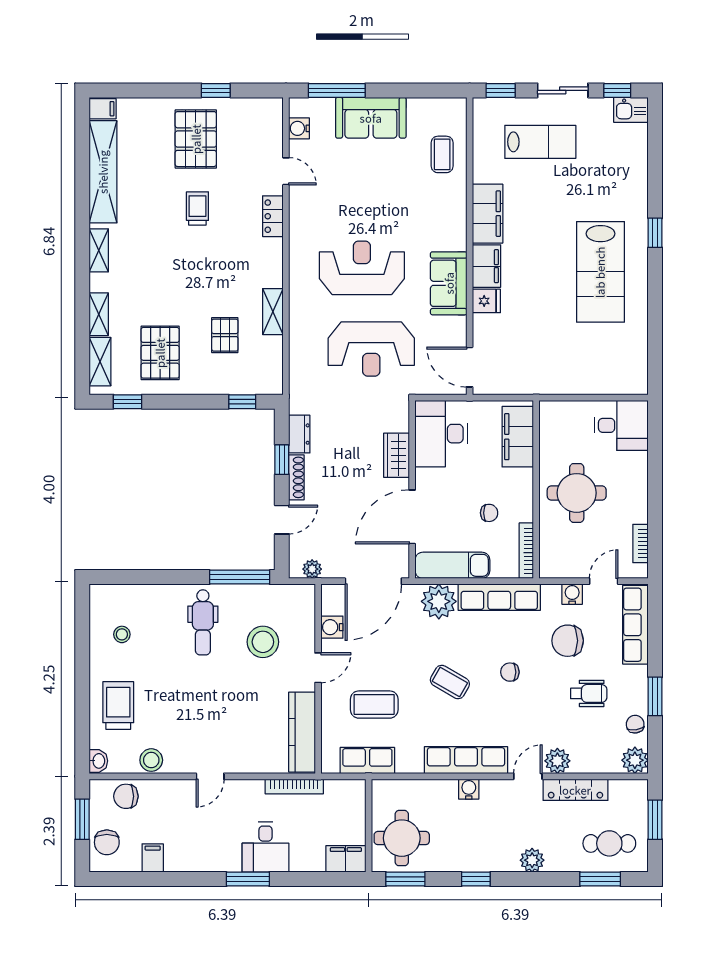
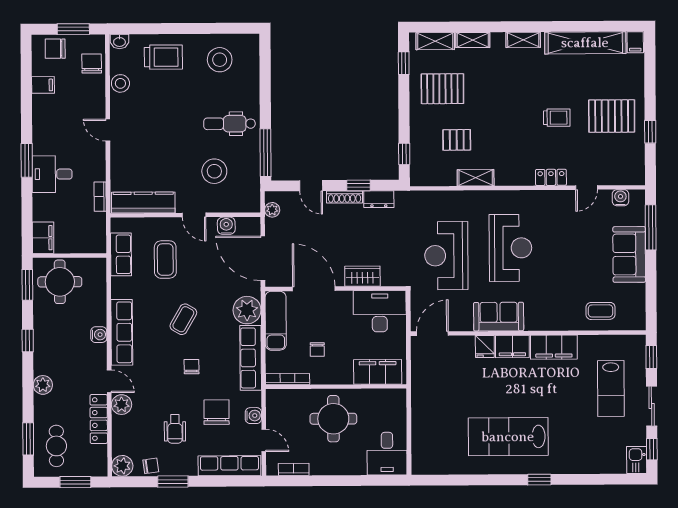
stool: (122, 634) -> (220, 60), width x1.89, depth x1.89
bookcase: (294, 786) -> (100, 197), width x0.64

